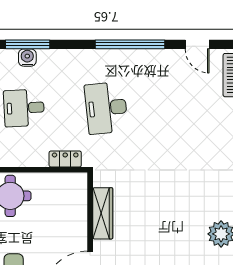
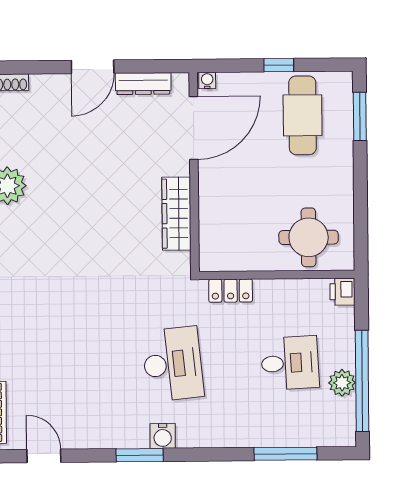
window: (130, 44) -> (140, 455), width x0.47
water cooler: (27, 58) -> (163, 436), moved

